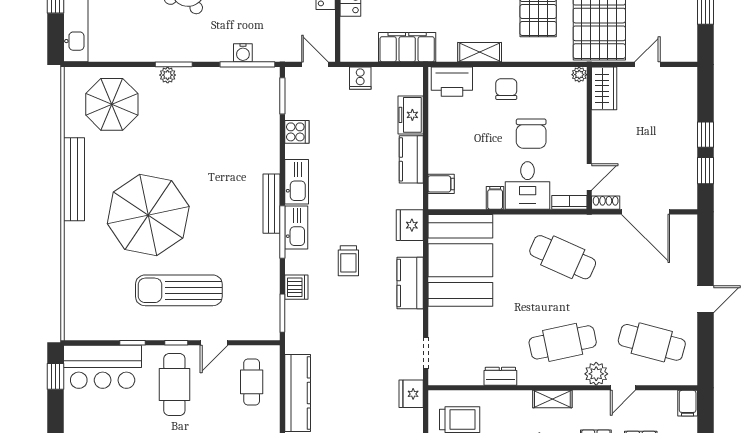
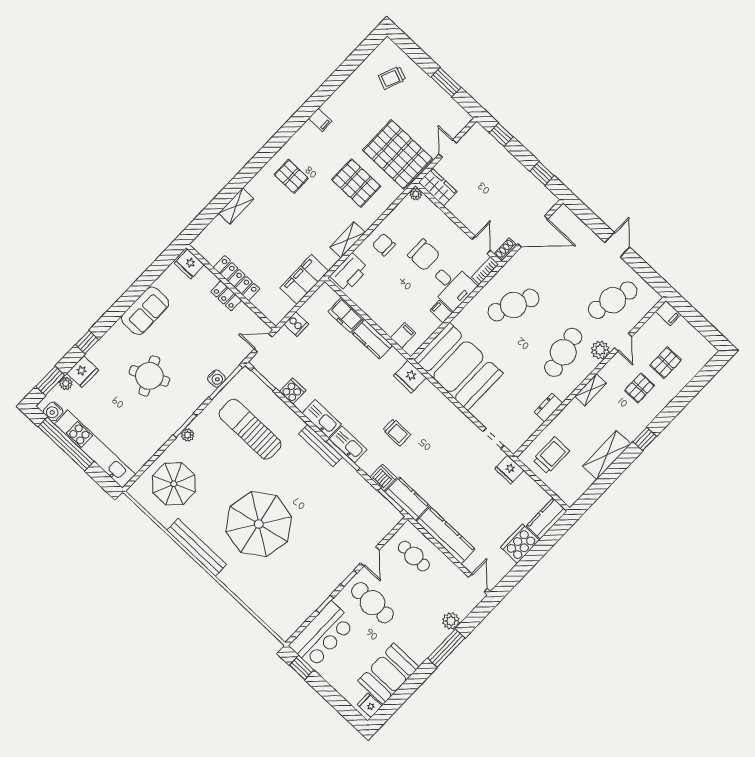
window: (706, 135) -> (501, 135), moved
kitchen counter: (410, 283) -> (407, 499), moved, turned 180
sun lounger: (179, 290) -> (250, 429), moved, turned 90

